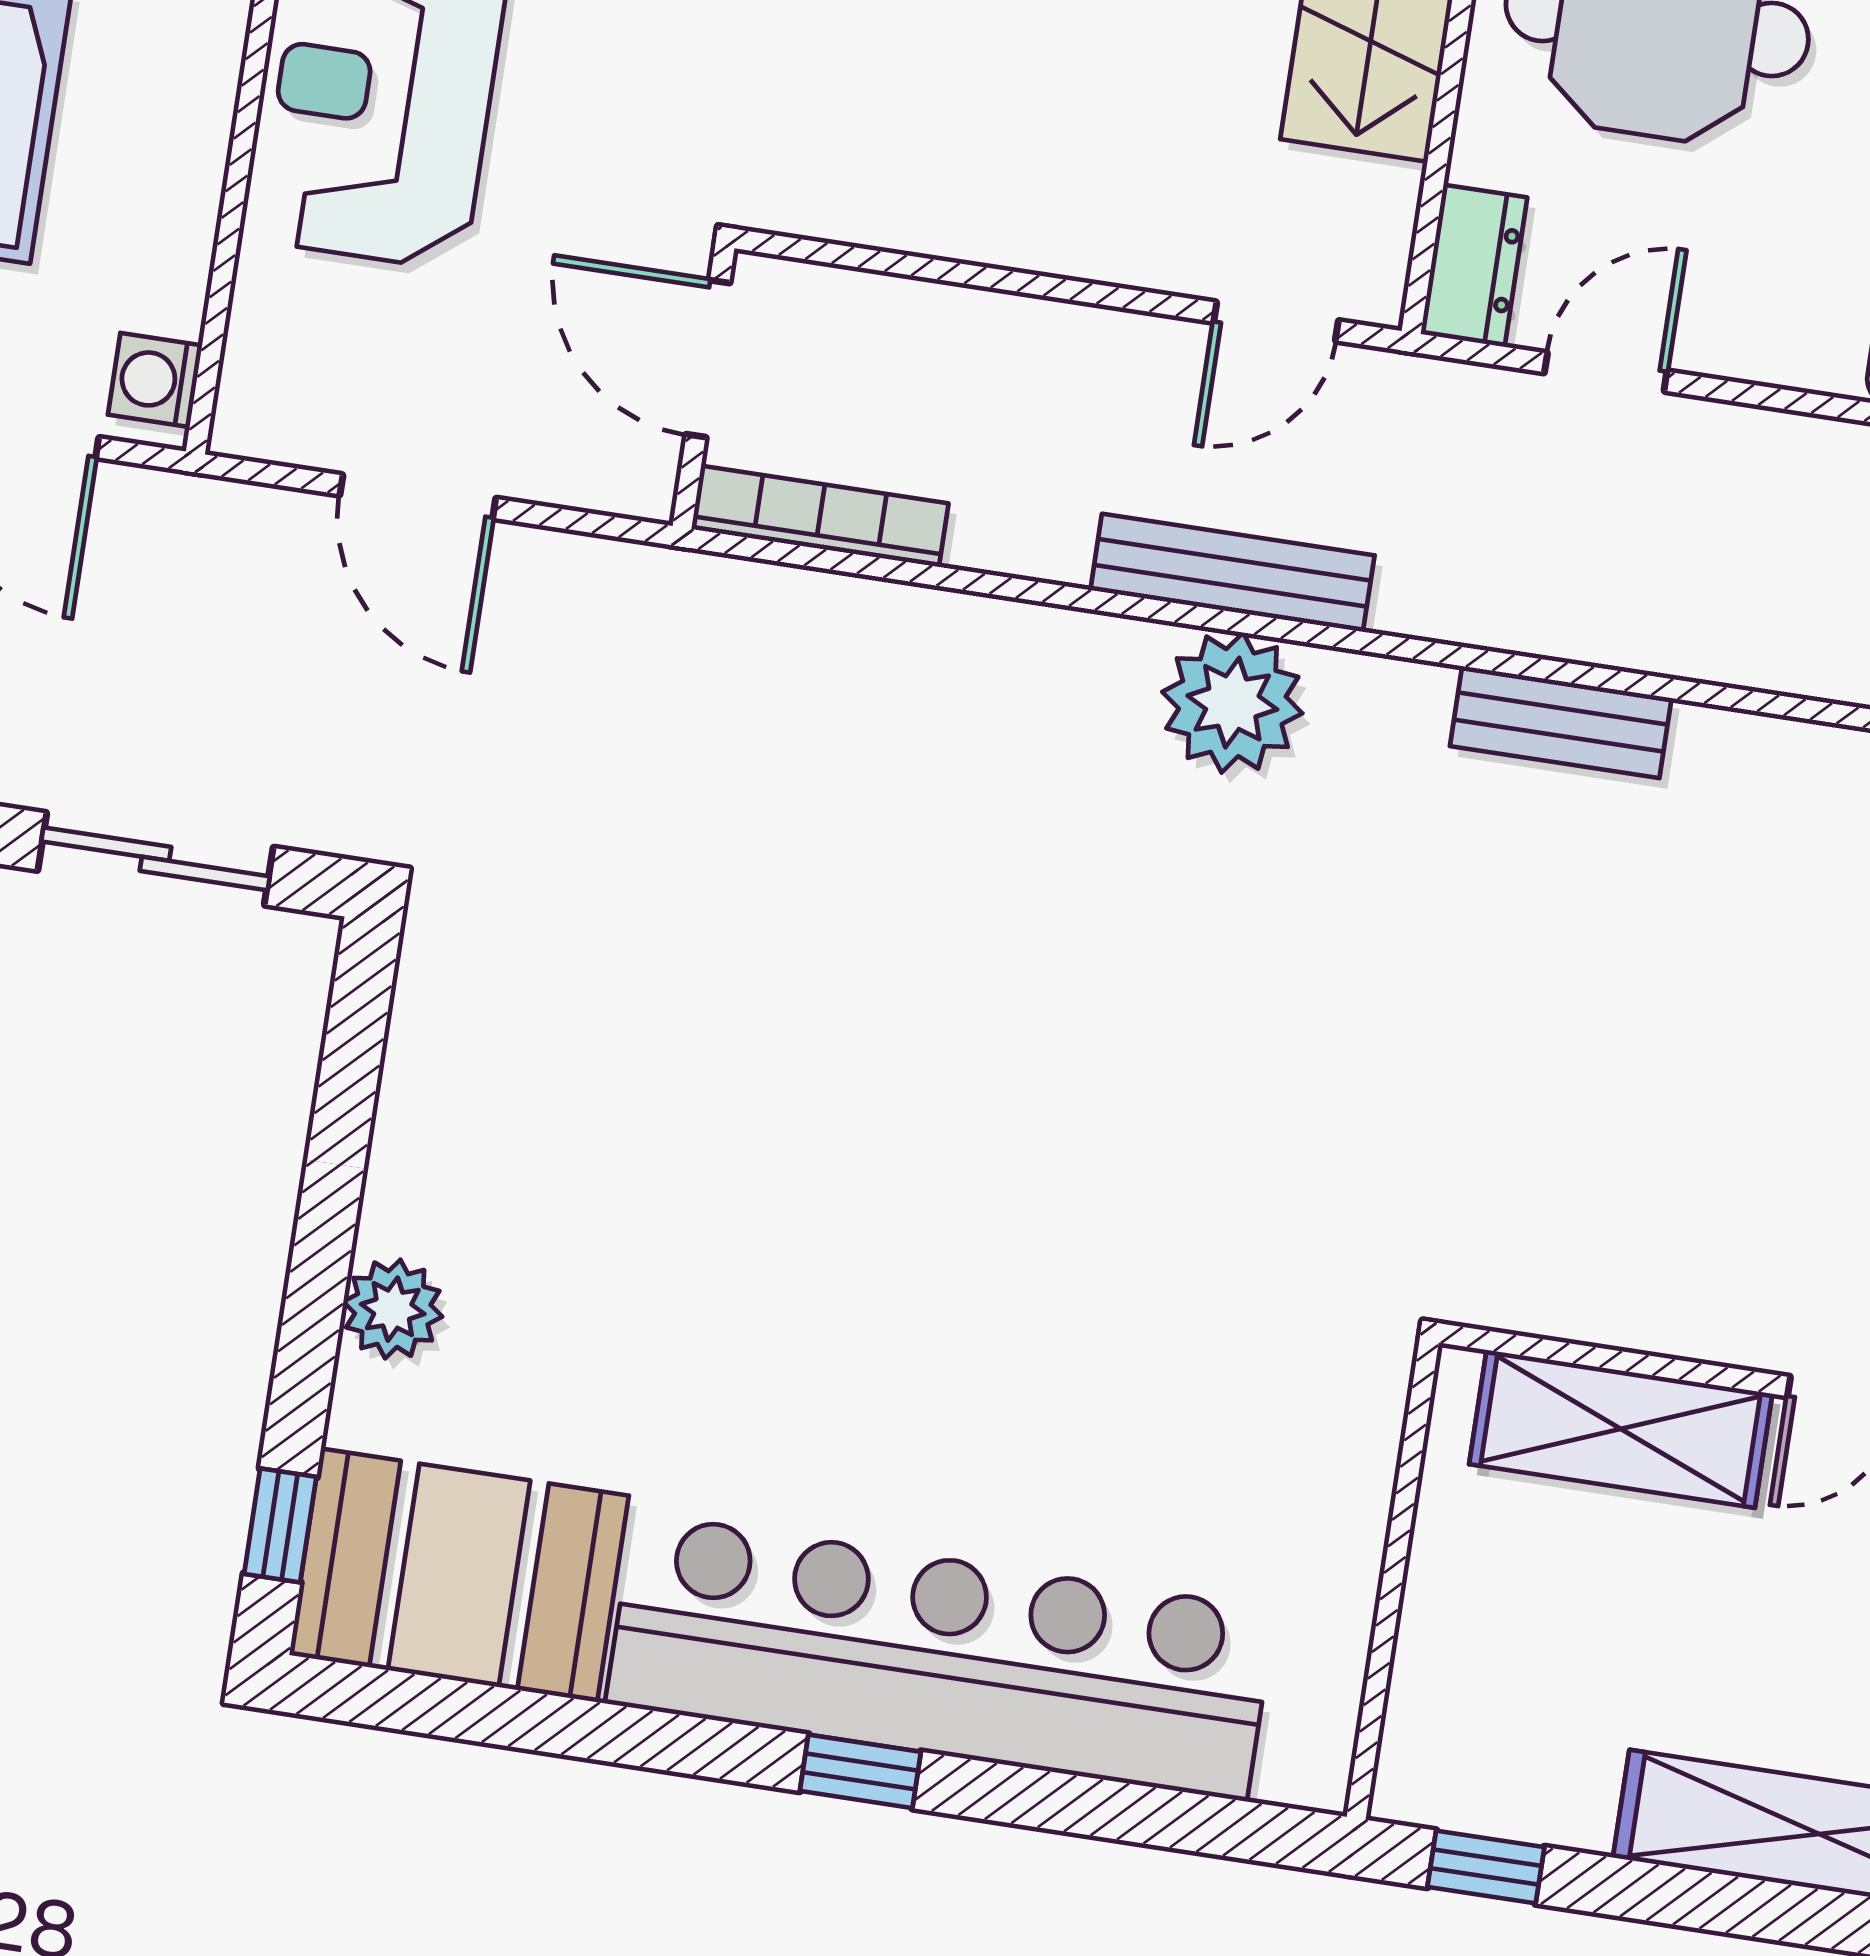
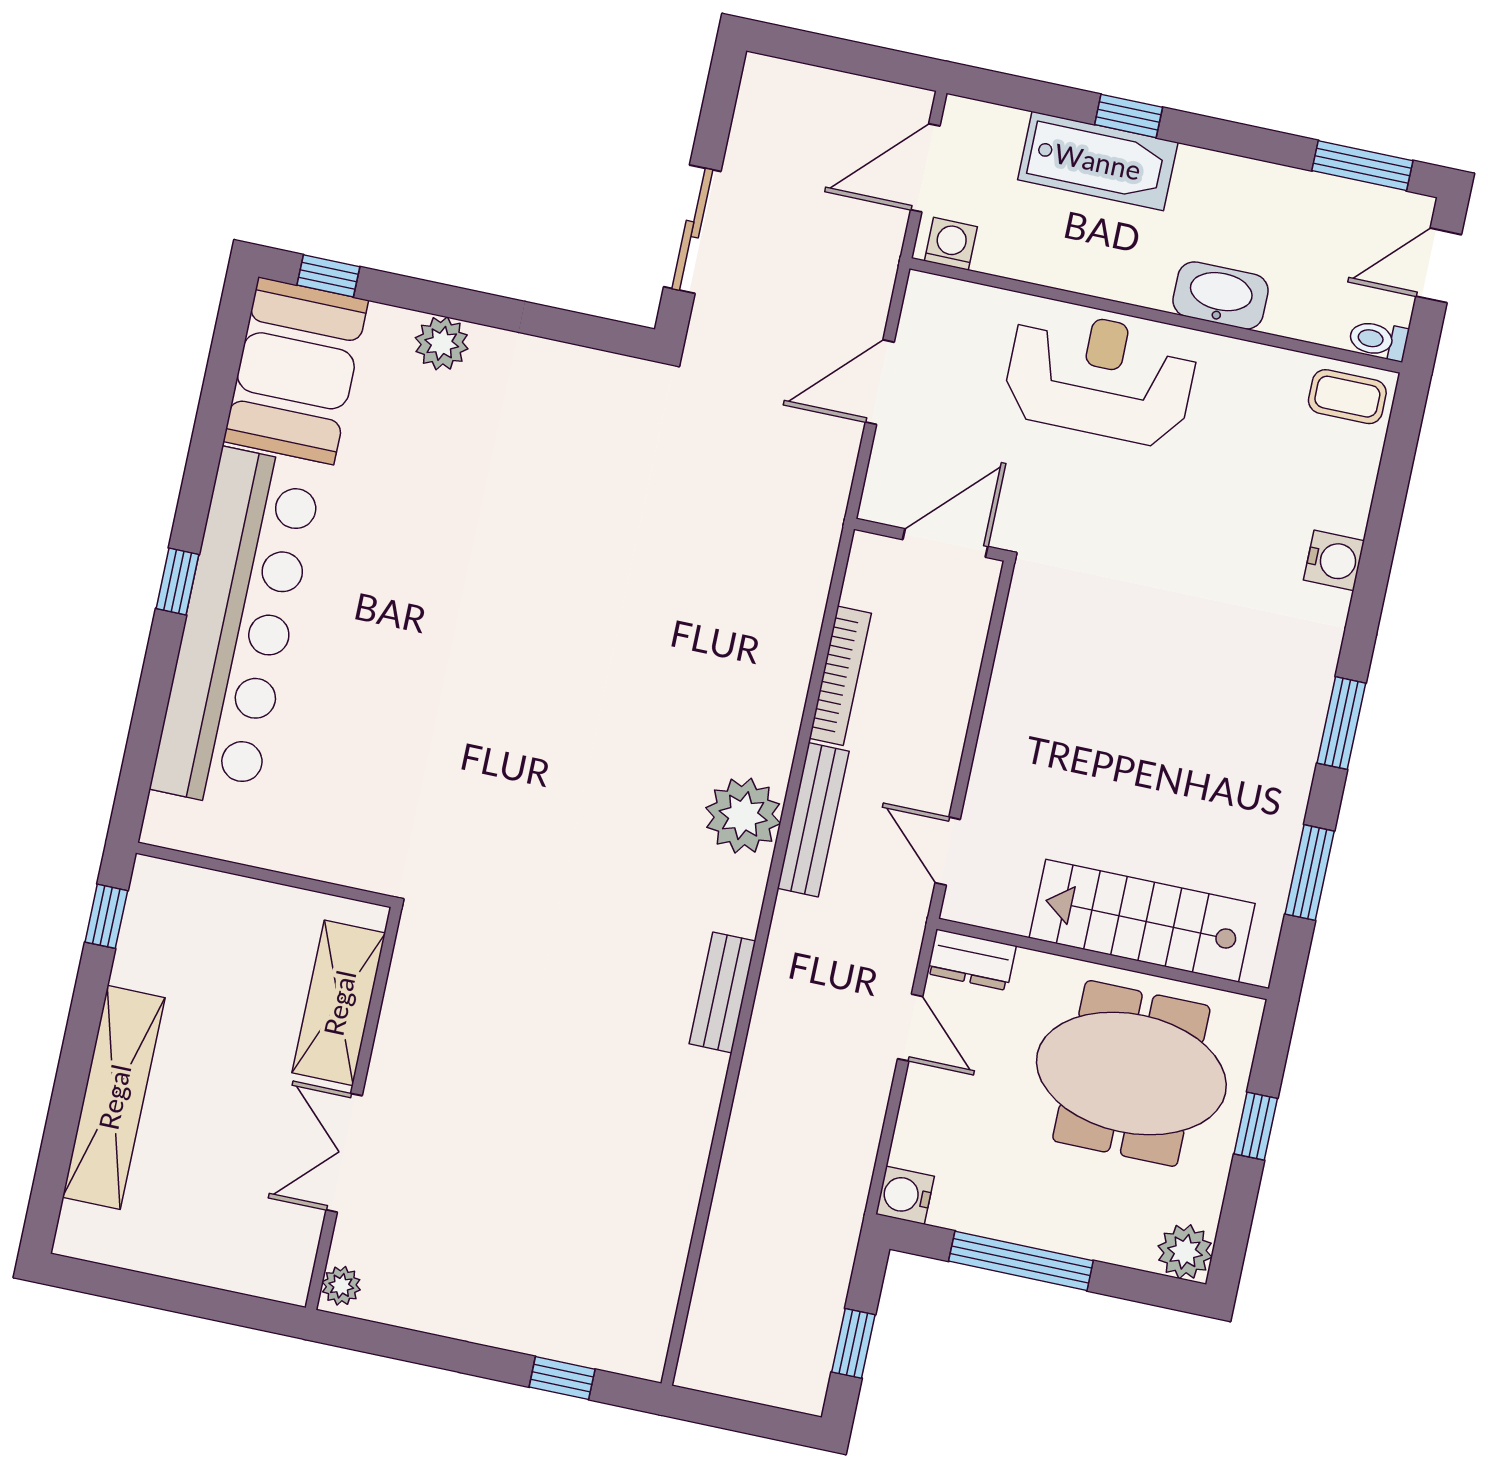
bookcase: (820, 516) -> (840, 676), moved

